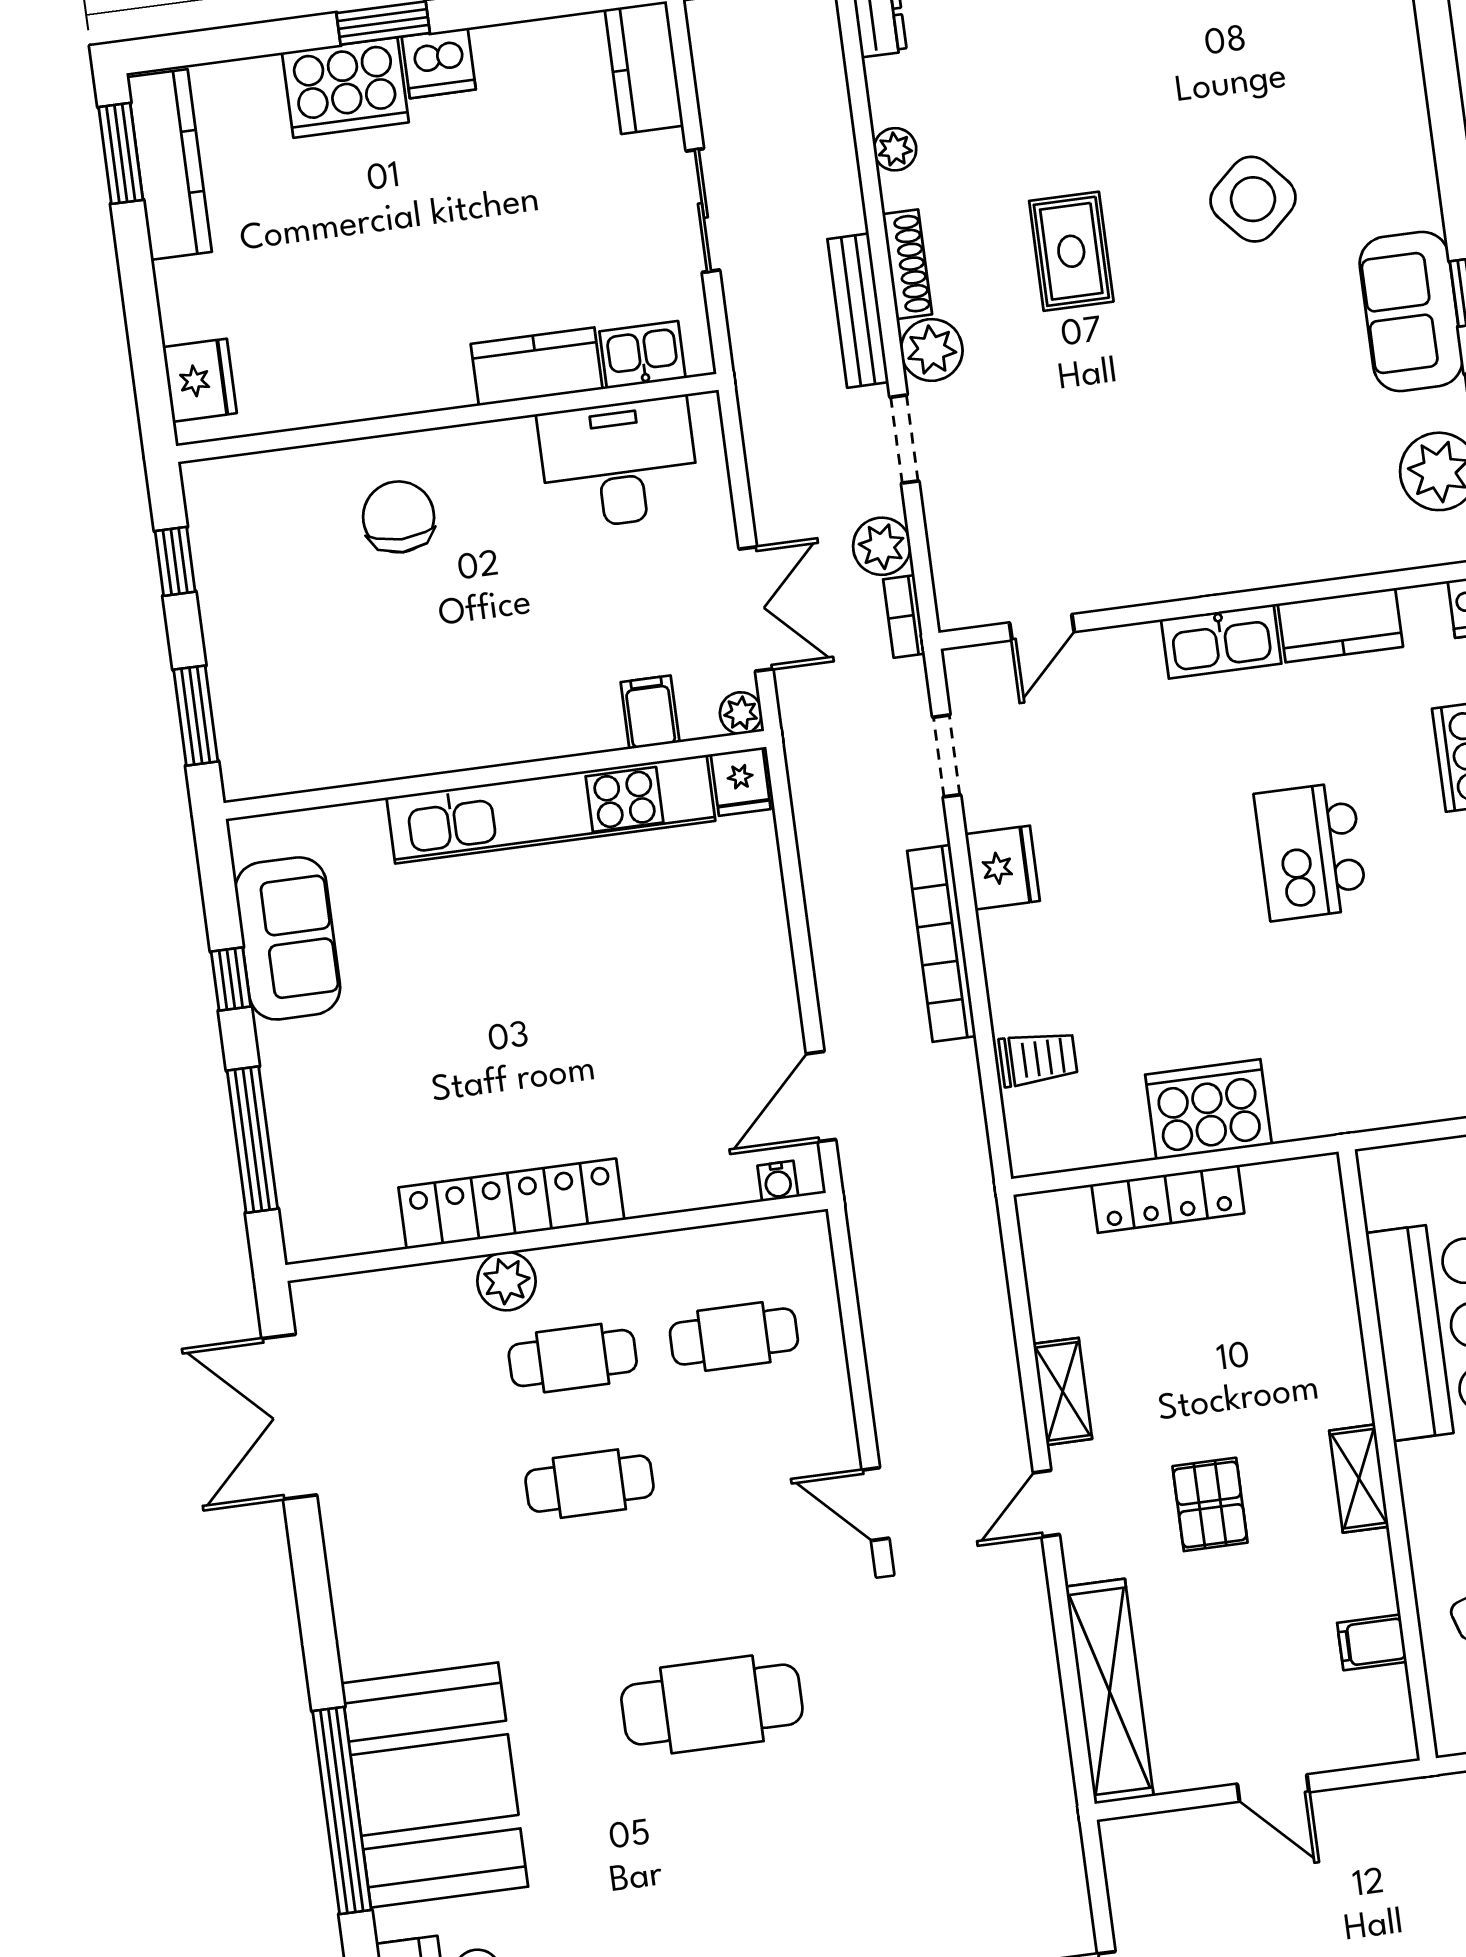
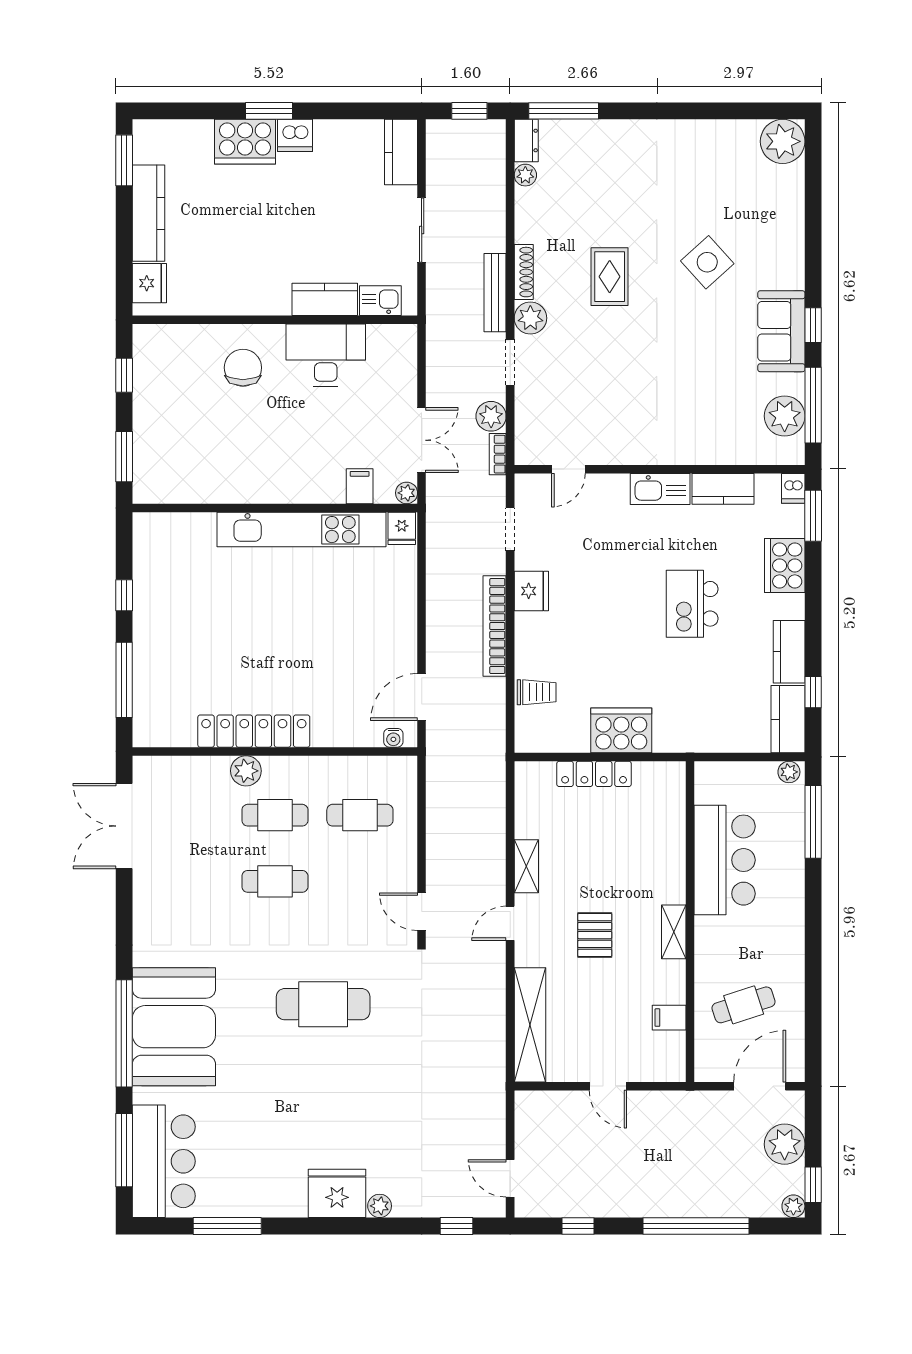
plant: (895, 149) -> (525, 175), moved
kitchen counter: (169, 165) -> (149, 213), moved
desk: (619, 463) -> (326, 355), moved
sofa: (288, 938) -> (156, 578), removed

